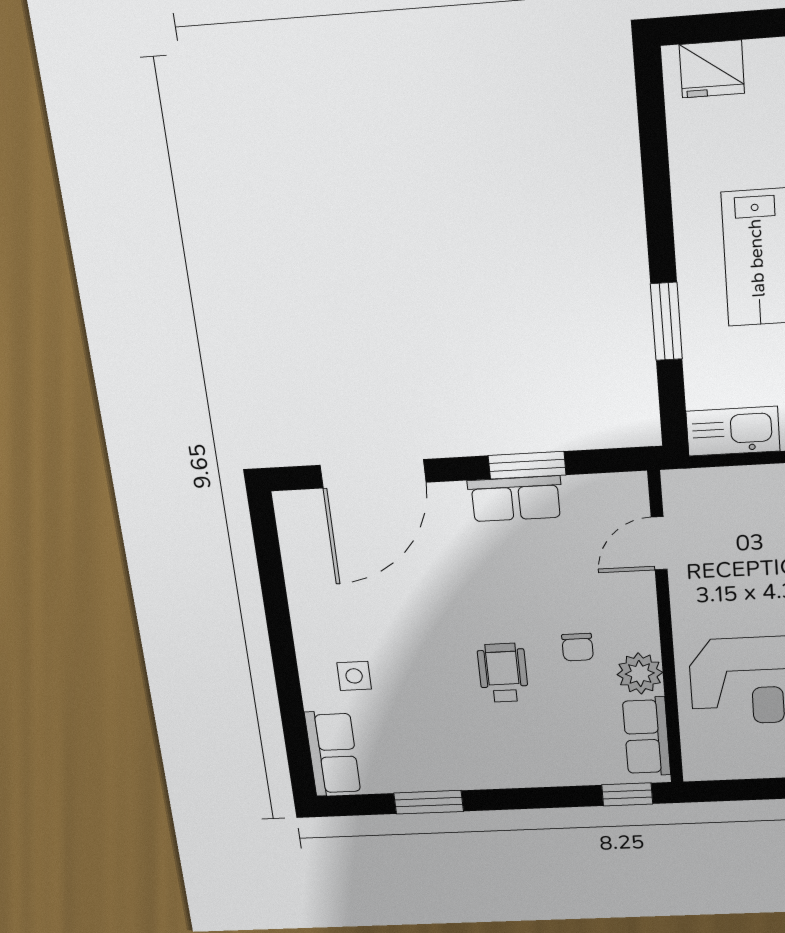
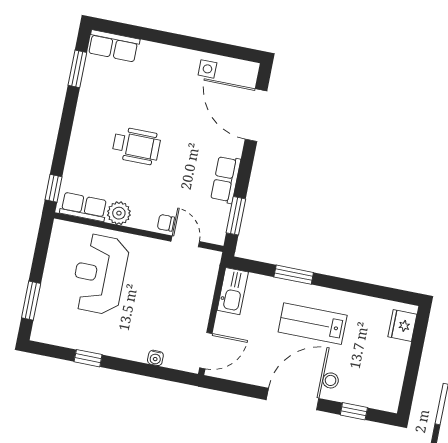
window: (527, 465) -> (236, 216), moved
chair: (578, 647) -> (166, 223), moved
wheelchair: (503, 673) -> (136, 146), width x1.36, depth x1.37
side table: (354, 676) -> (207, 69), moved
window: (429, 802) -> (77, 69), moved

